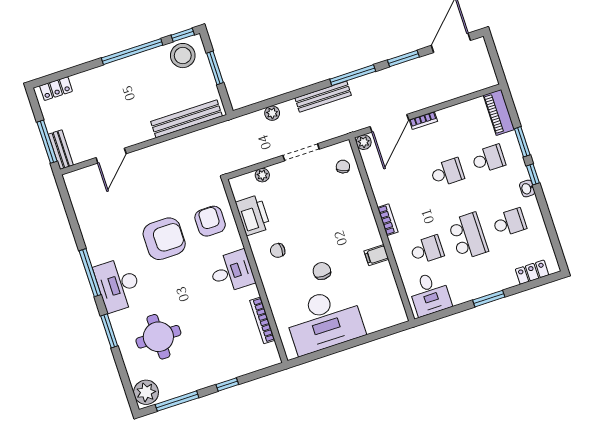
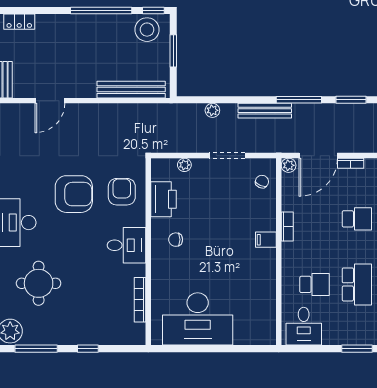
bookcase: (388, 220) -> (287, 227), moved
filing cabinet: (376, 255) -> (266, 240), moved
chair: (322, 271) -> (210, 272), removed

